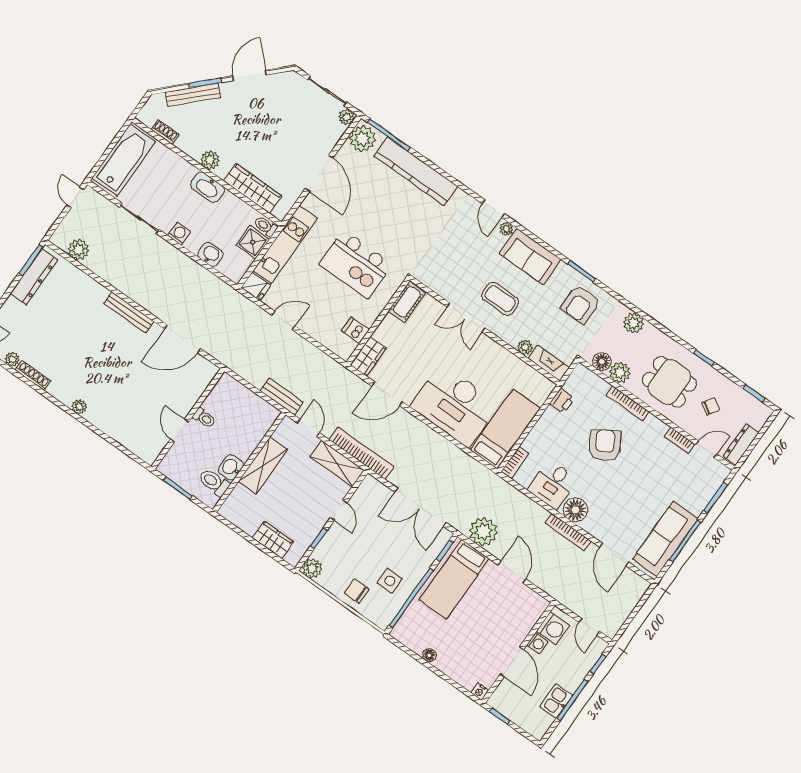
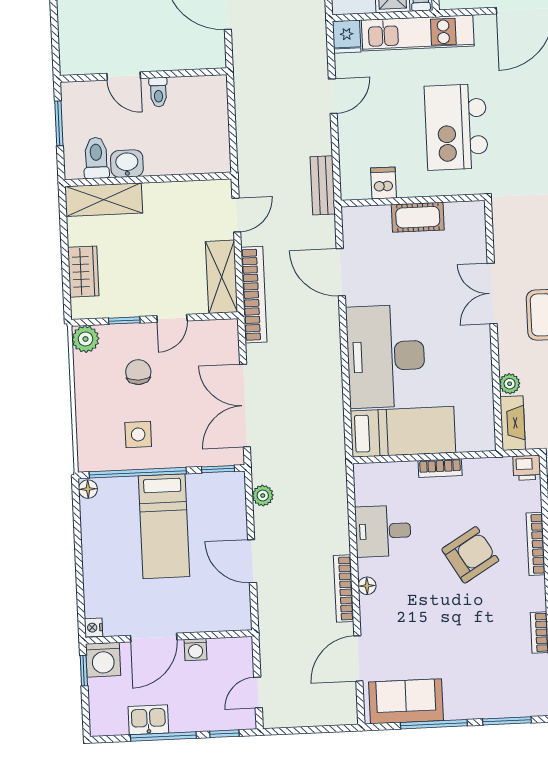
cot: (407, 302) -> (418, 217), moved
door: (284, 321) -> (333, 96), hinge flipped
wardrobe: (368, 356) -> (366, 220), removed
bench: (282, 396) -> (323, 185), moved
printer: (562, 401) -> (527, 468), moved
door: (180, 430) -> (124, 76), swing flipped
bookcase: (515, 463) -> (440, 468), moved
shelving: (263, 466) -> (104, 200), moved
floor lamp: (575, 510) -> (367, 586), width x0.53, depth x0.53
plant: (483, 531) -> (263, 496), width x0.53, depth x0.53
sofa: (665, 539) -> (406, 701), width x0.73
door: (512, 572) -> (252, 561), swing flipped
bed: (454, 579) -> (164, 526), moved, turned -90
chair: (356, 591) -> (138, 372), moved
washing machine: (553, 628) -> (103, 660), moved
floor lamp: (429, 655) -> (88, 489), moved

